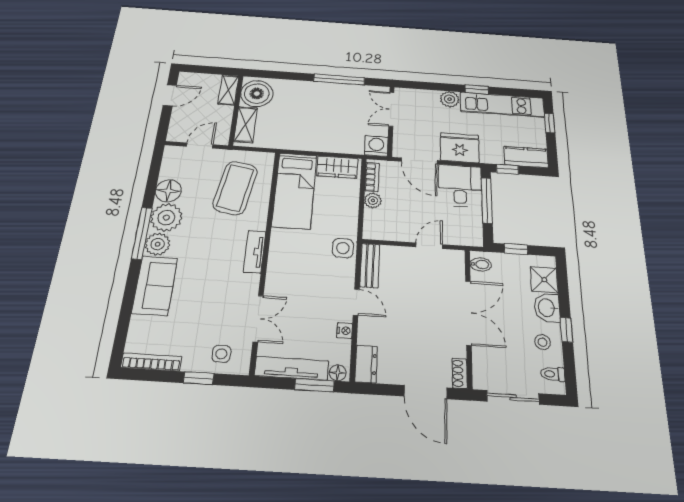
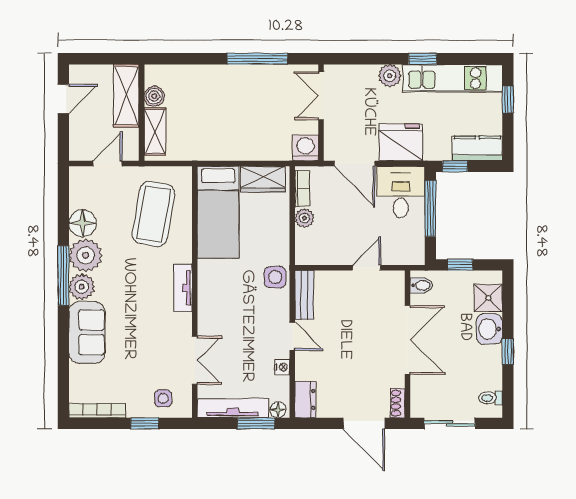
shelving: (228, 90) -> (126, 96), width x1.50, depth x1.33
boiler: (257, 94) -> (154, 96), width x0.54, depth x0.54
stool: (543, 342) -> (482, 366), removed

